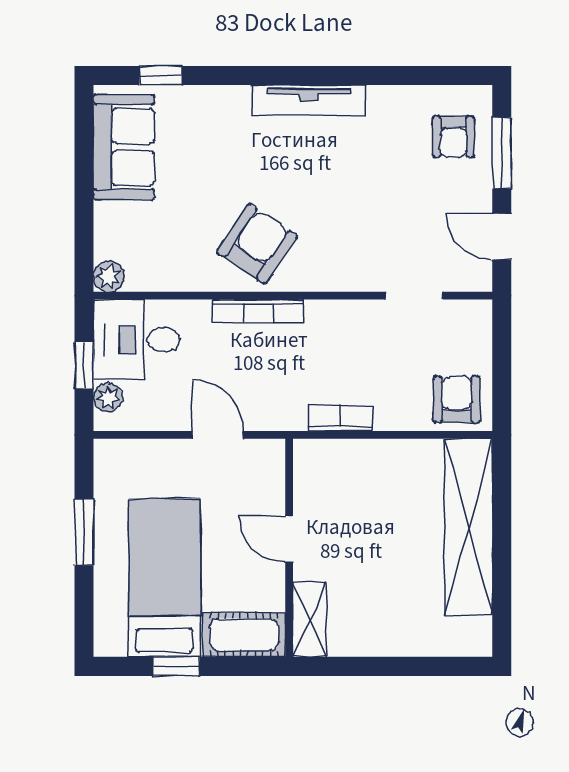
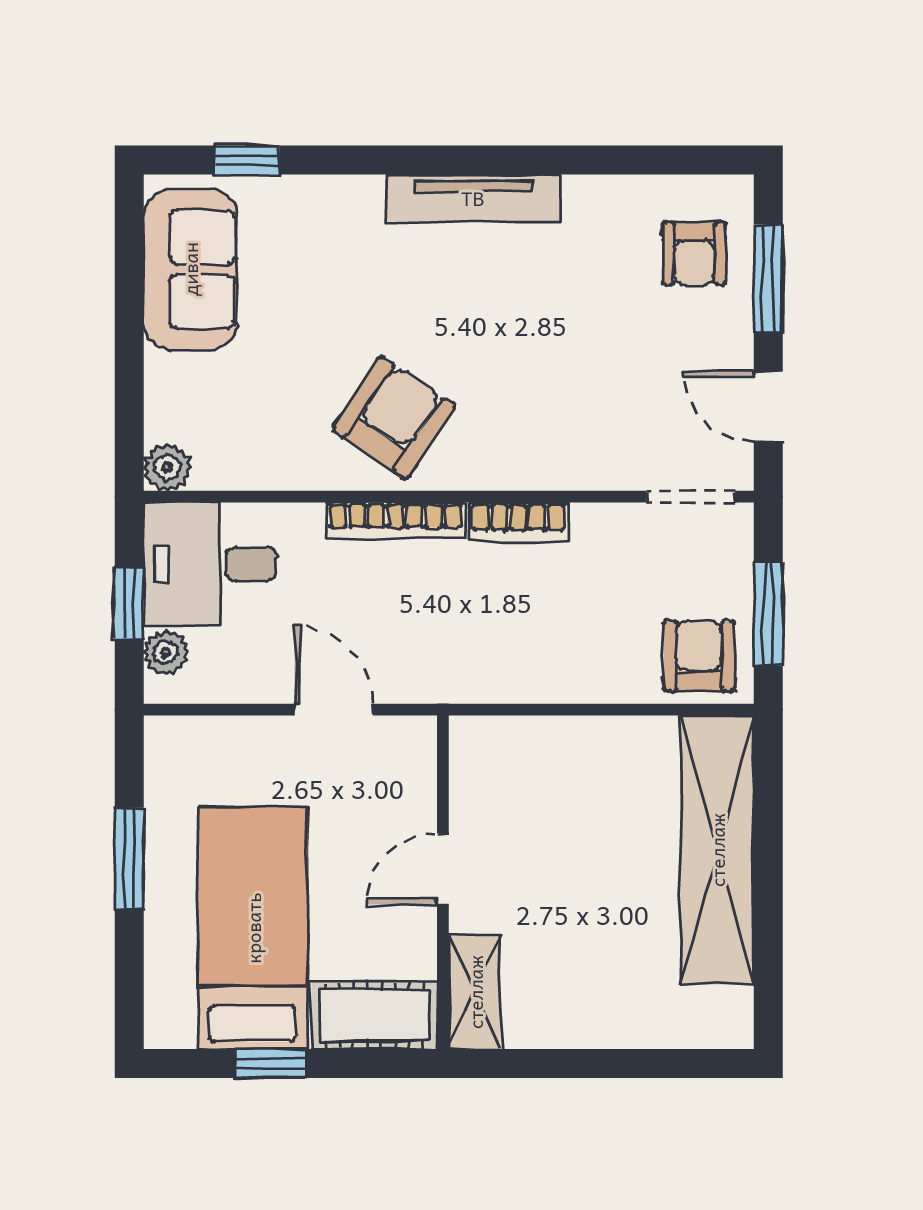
doorway: (414, 296) -> (691, 497), moved
window: (502, 372) -> (768, 614), added
bookcase: (340, 418) -> (518, 522), moved, turned 180
door: (289, 539) -> (443, 869), hinge flipped

